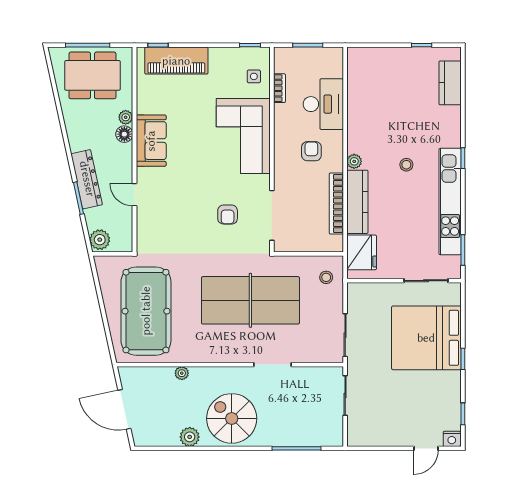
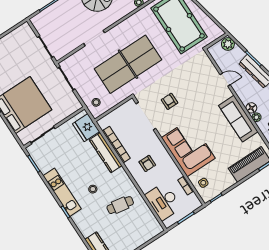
desk: (323, 104) -> (163, 201), moved
cafe table: (384, 119) -> (120, 205), added
sofa: (151, 141) -> (238, 119), width x1.36
plant: (354, 161) -> (121, 173), removed
kitchen unit: (450, 202) -> (62, 192), width x0.73

